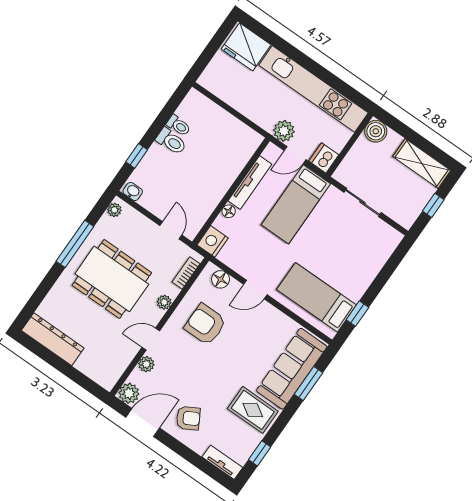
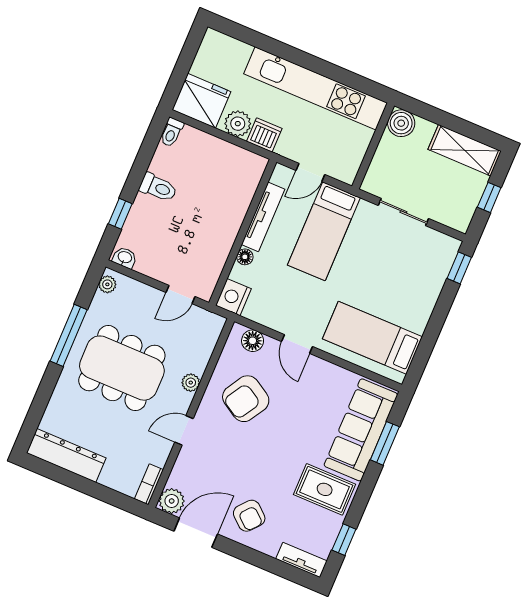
fridge: (246, 47) -> (201, 101), moved, turned 180
toilet: (178, 126) -> (172, 132), moved, turned 90
plant: (284, 131) -> (238, 124), moved
dishwasher: (324, 158) -> (264, 135), moved, turned 90
door: (171, 230) -> (180, 295), swing flipped
bookcase: (186, 273) -> (149, 484), moved
door: (255, 289) -> (297, 344), hinge flipped
window: (357, 314) -> (459, 268), moved
armchair: (205, 324) -> (246, 399), turned -59
plant: (146, 364) -> (185, 461), removed
armchair: (188, 418) -> (249, 516), turned 70

